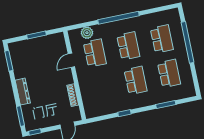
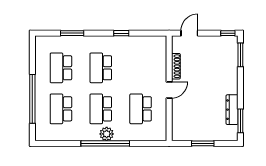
plant: (87, 33) -> (107, 134), moved
door: (71, 60) -> (169, 90), moved
dresser: (23, 92) -> (232, 110), moved

